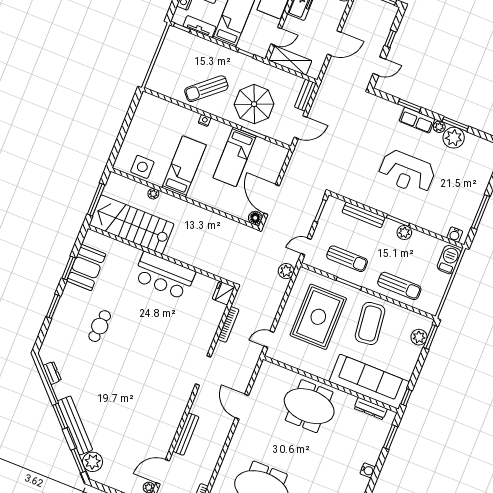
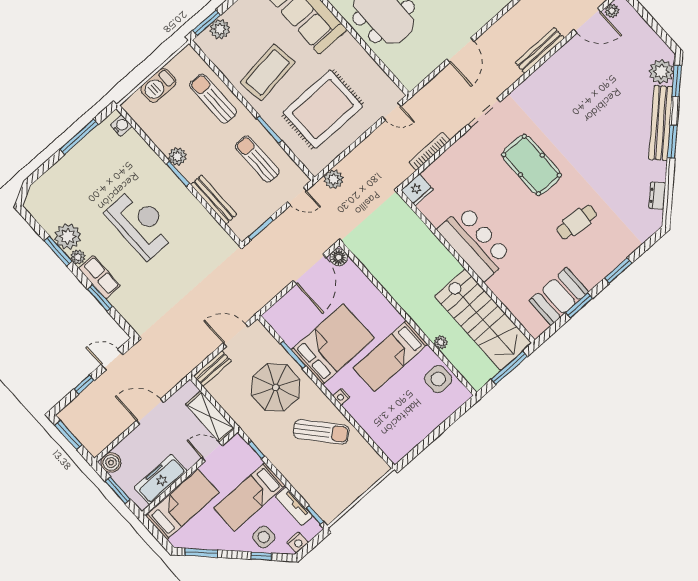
bed: (235, 157) -> (333, 344), width x1.50
barbecue: (449, 260) -> (158, 85), moved
pool table: (152, 351) -> (531, 165), added

